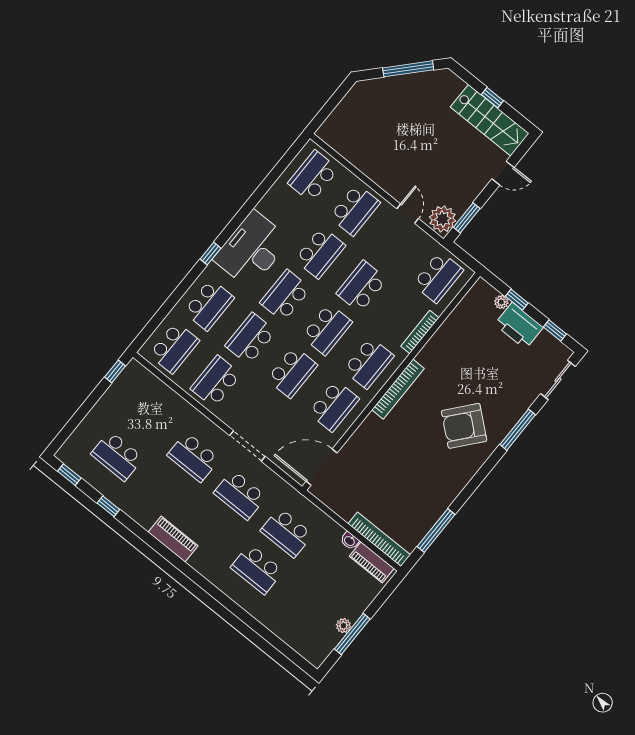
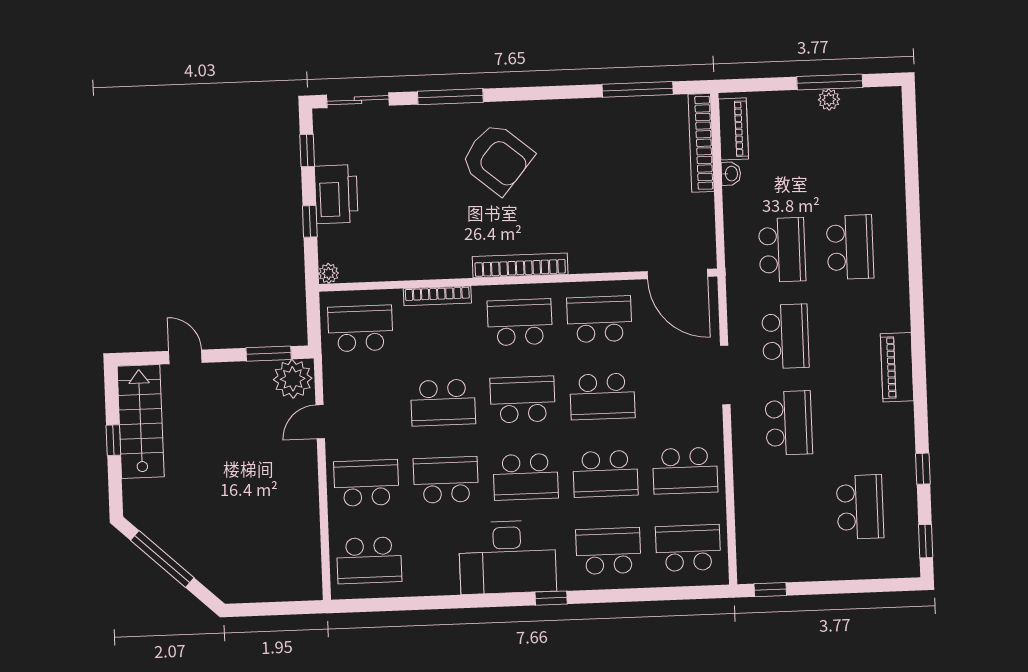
plant: (501, 302) -> (329, 273), moved
school desk: (292, 372) -> (602, 396), turned 180

